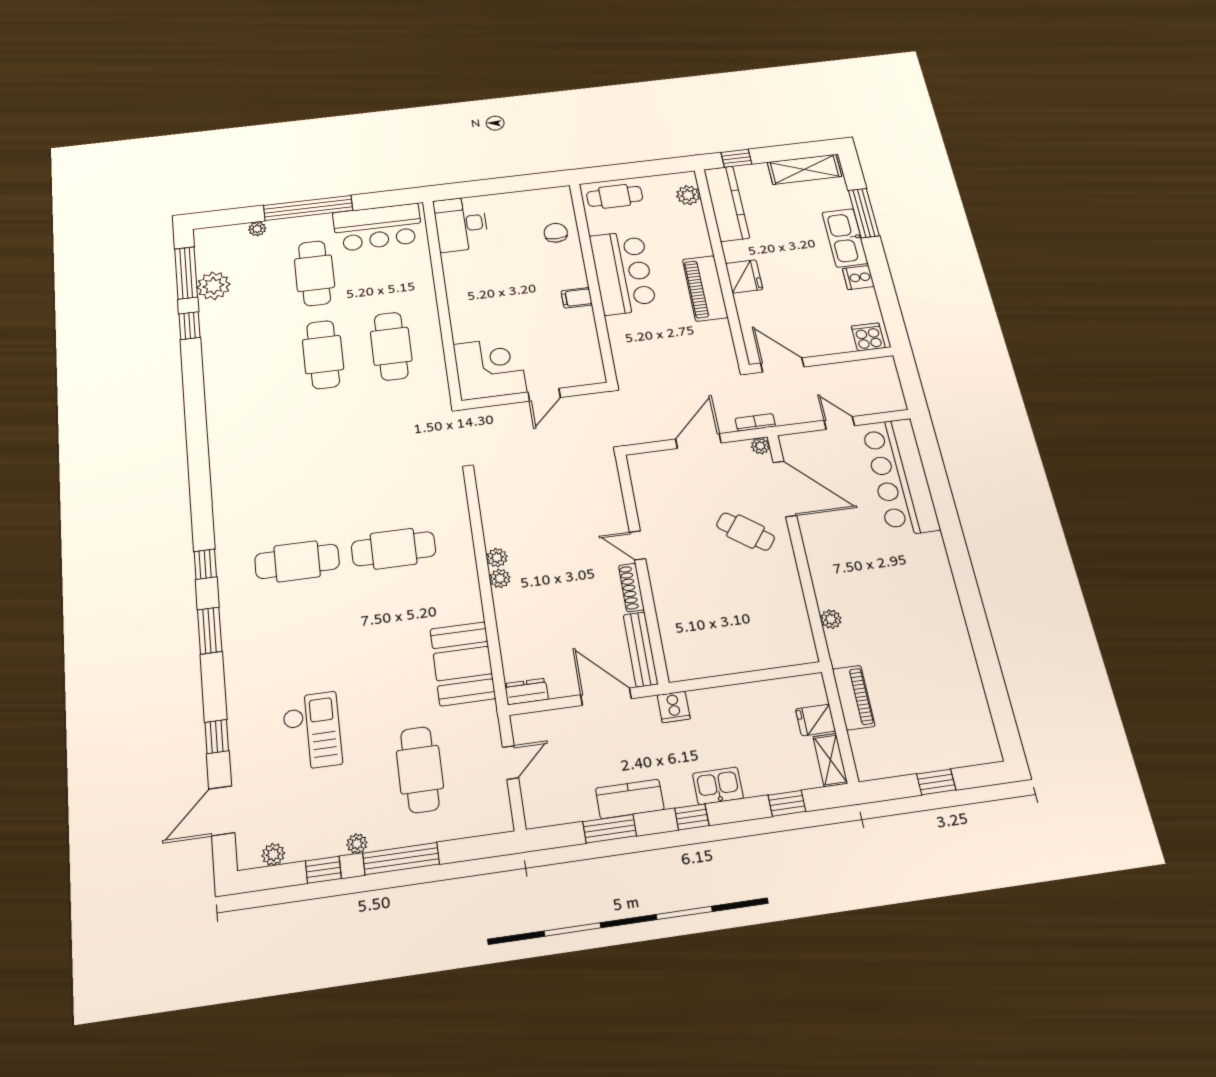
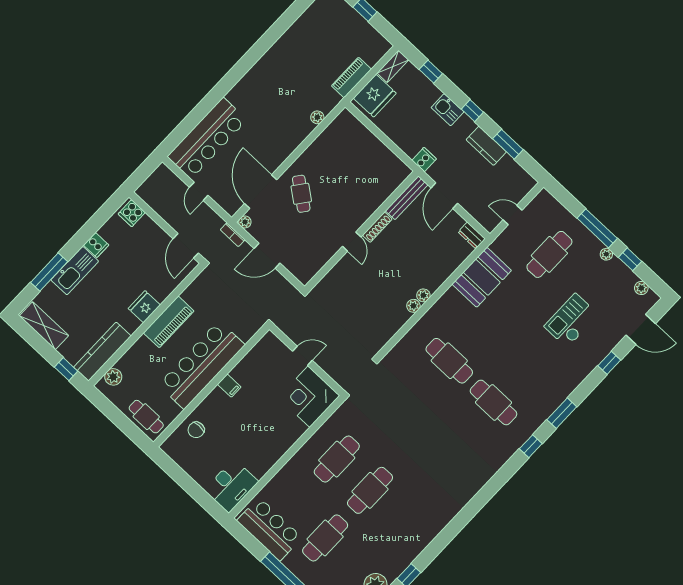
bar counter: (623, 272) -> (202, 365), width x1.36
fridge: (816, 720) -> (375, 96), width x1.88, depth x1.34

